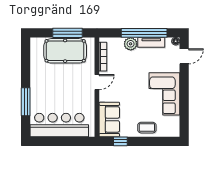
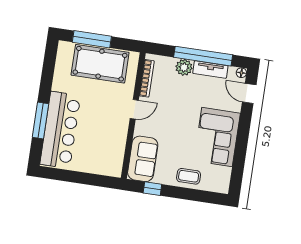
window: (68, 33) -> (92, 39), moved
door: (184, 56) -> (249, 93), swing flipped
bar counter: (59, 125) -> (60, 130), moved, turned 90

